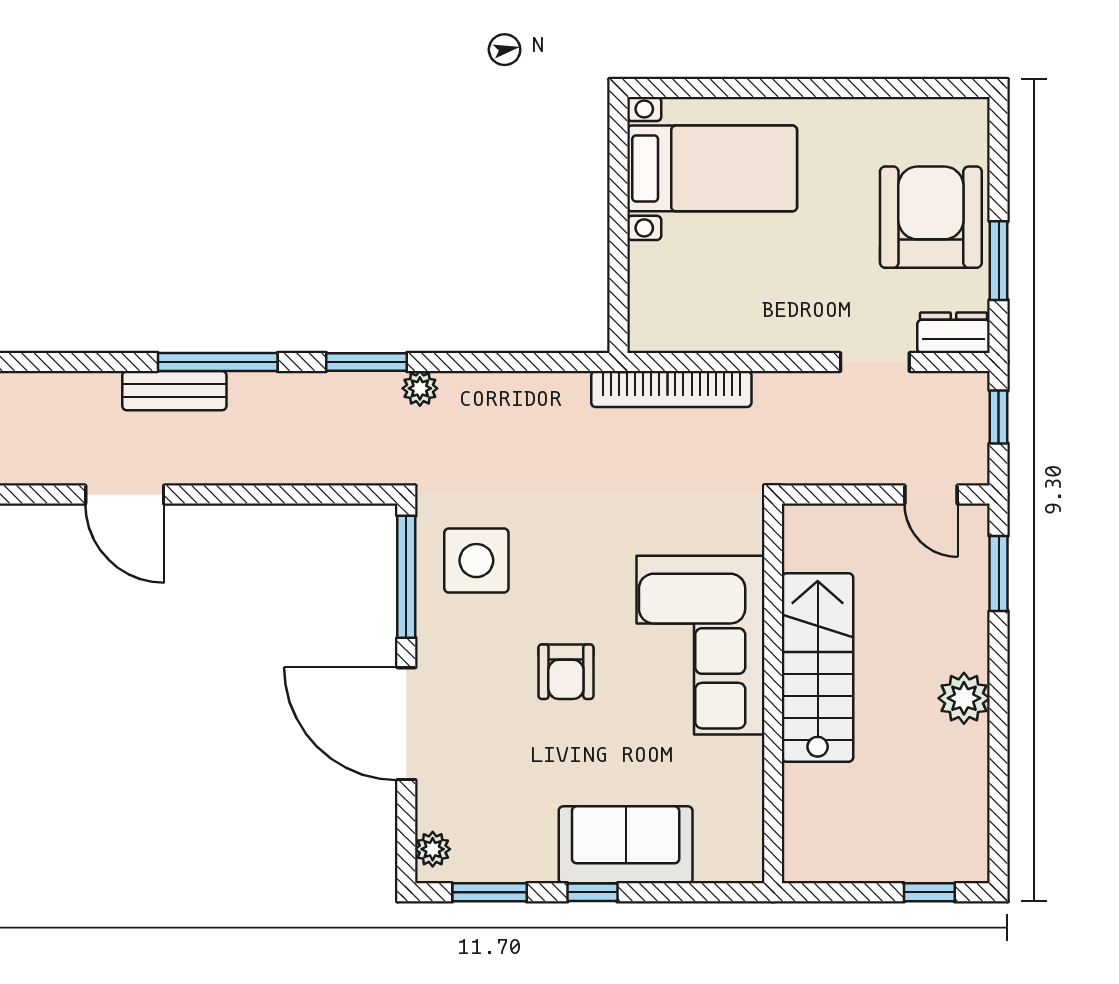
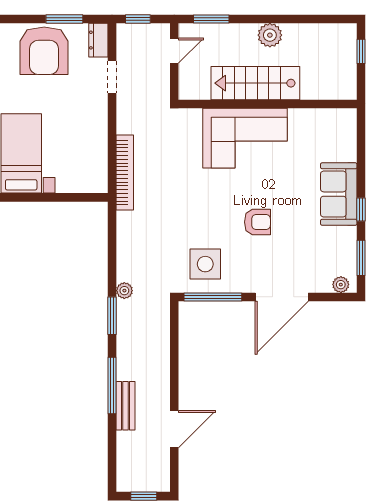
armchair: (931, 217) -> (44, 51), turned -90
corner sofa: (700, 645) -> (245, 138), moved
stairs: (818, 668) -> (255, 83), moved
wall: (773, 693) -> (268, 104), moved

